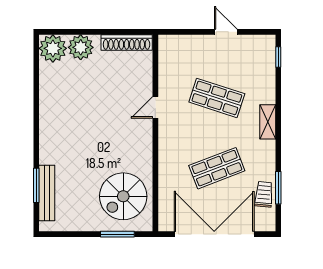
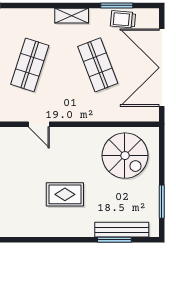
shelving: (268, 122) -> (72, 16), moved
rug: (83, 134) -> (65, 194), added
window: (117, 234) -> (162, 202), moved

